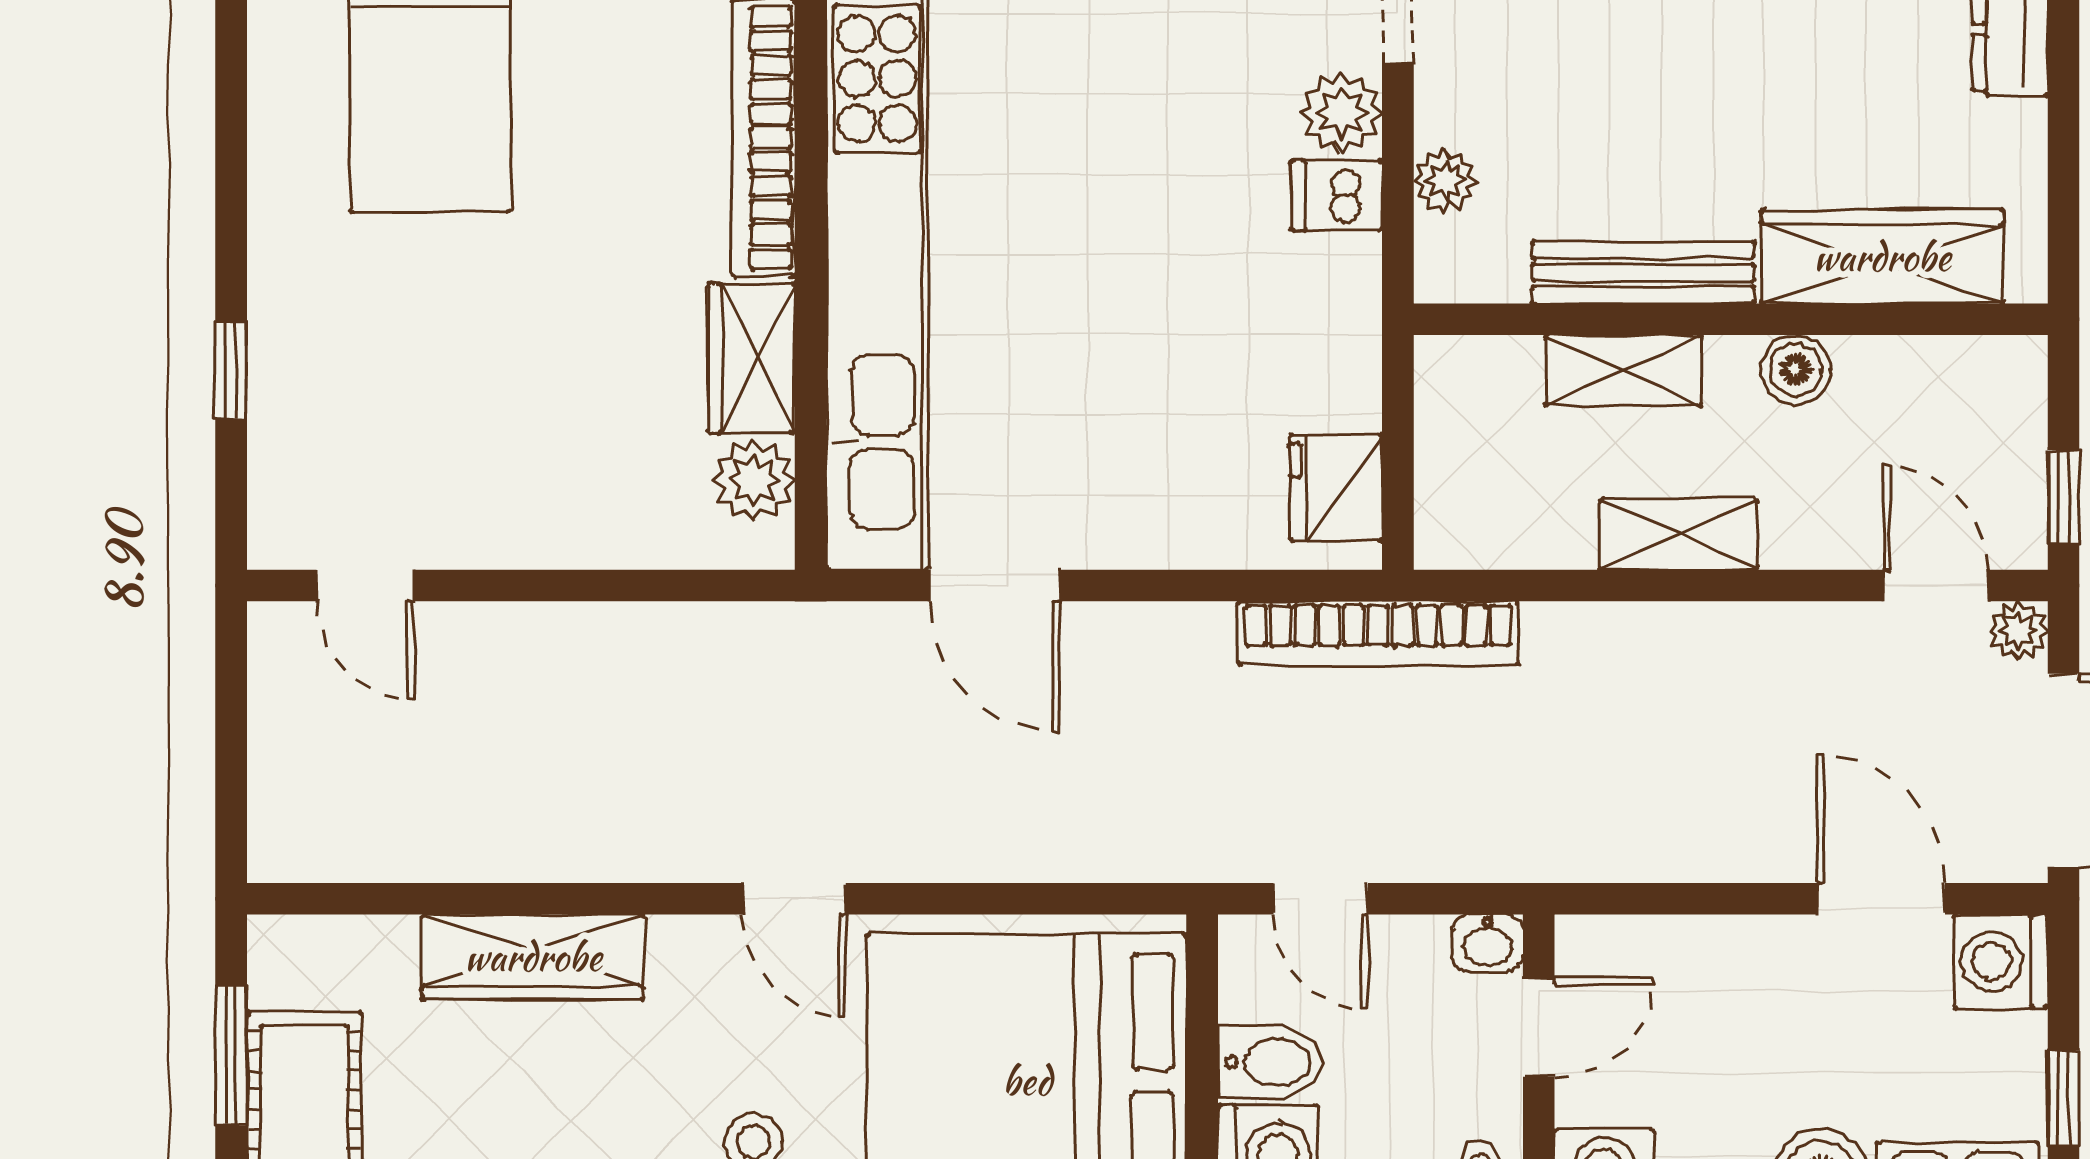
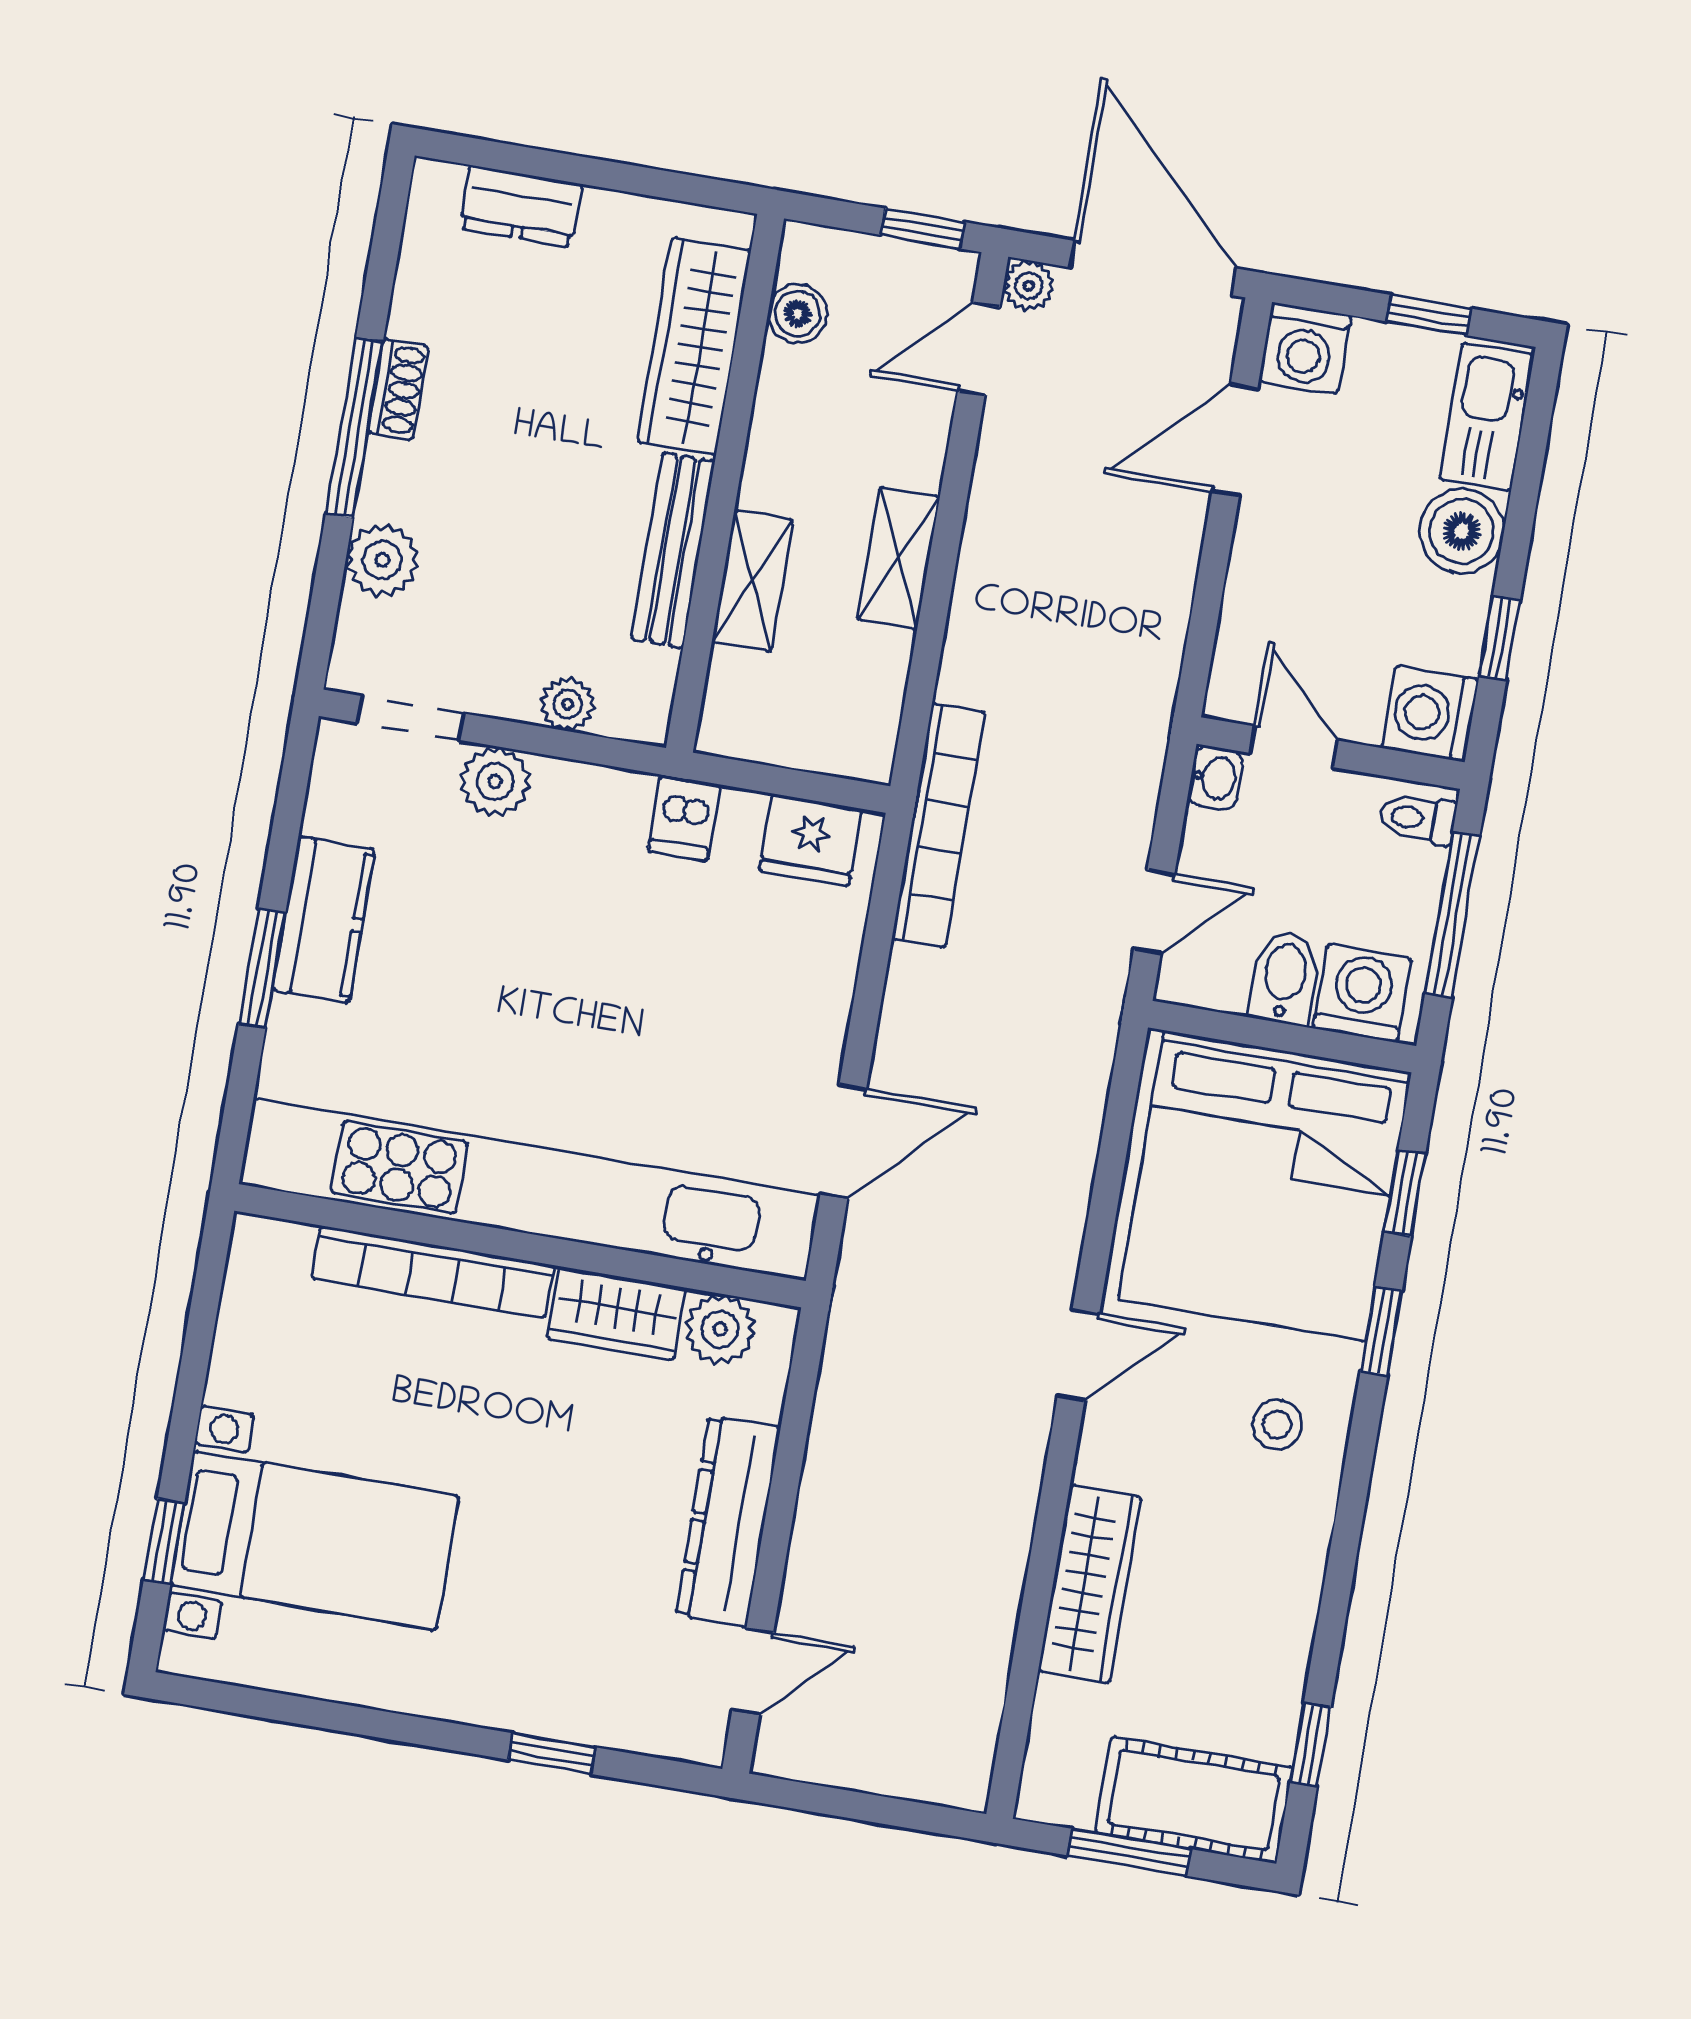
dishwasher: (1337, 195) -> (684, 818), moved
boiler: (1795, 370) -> (798, 314), moved
dresser: (534, 527) -> (728, 1521), added

